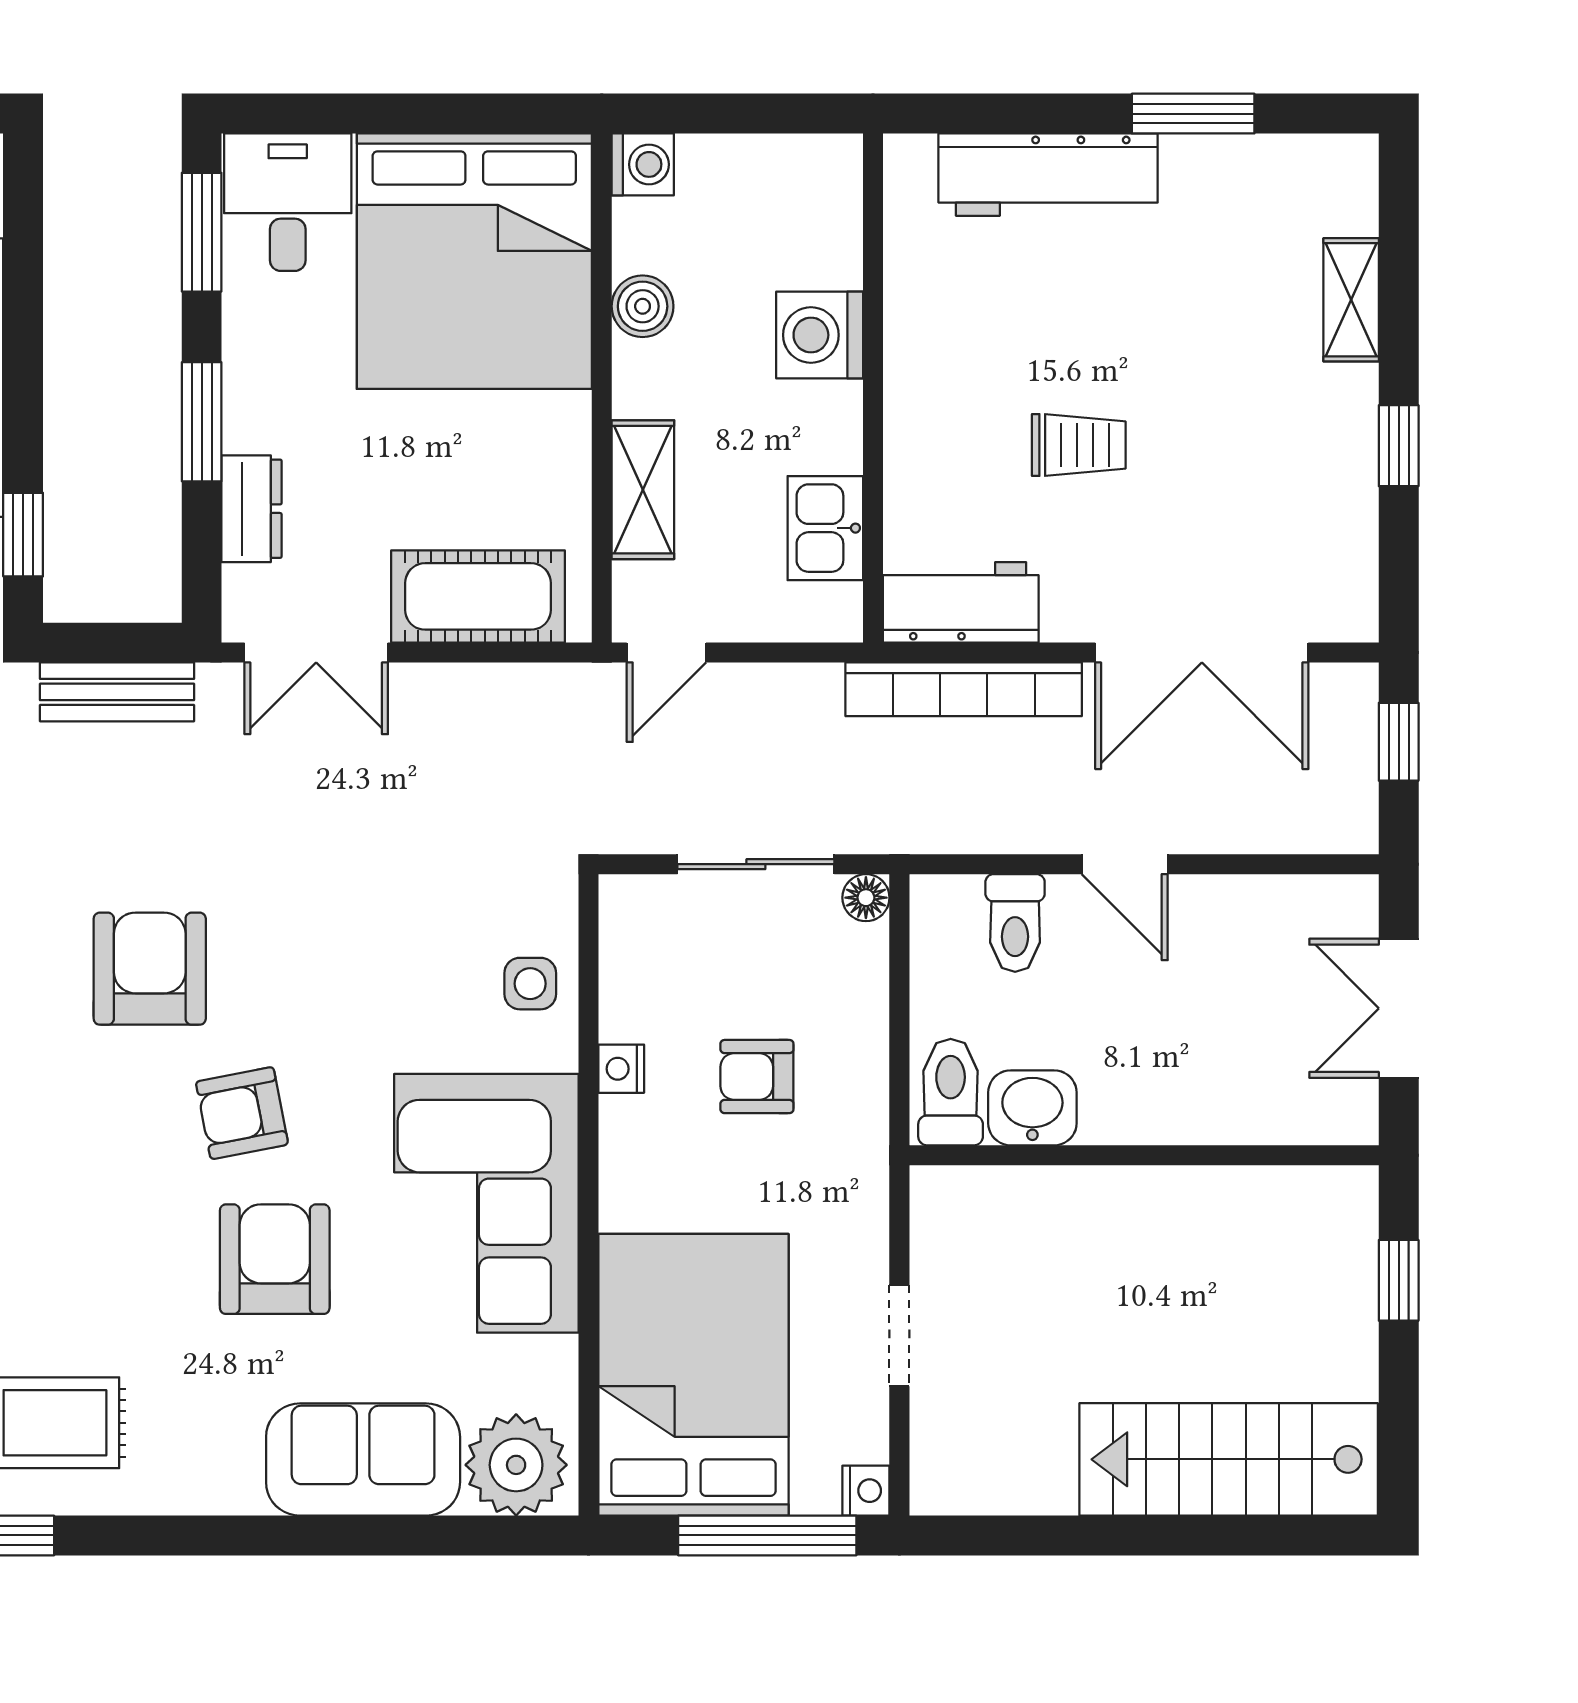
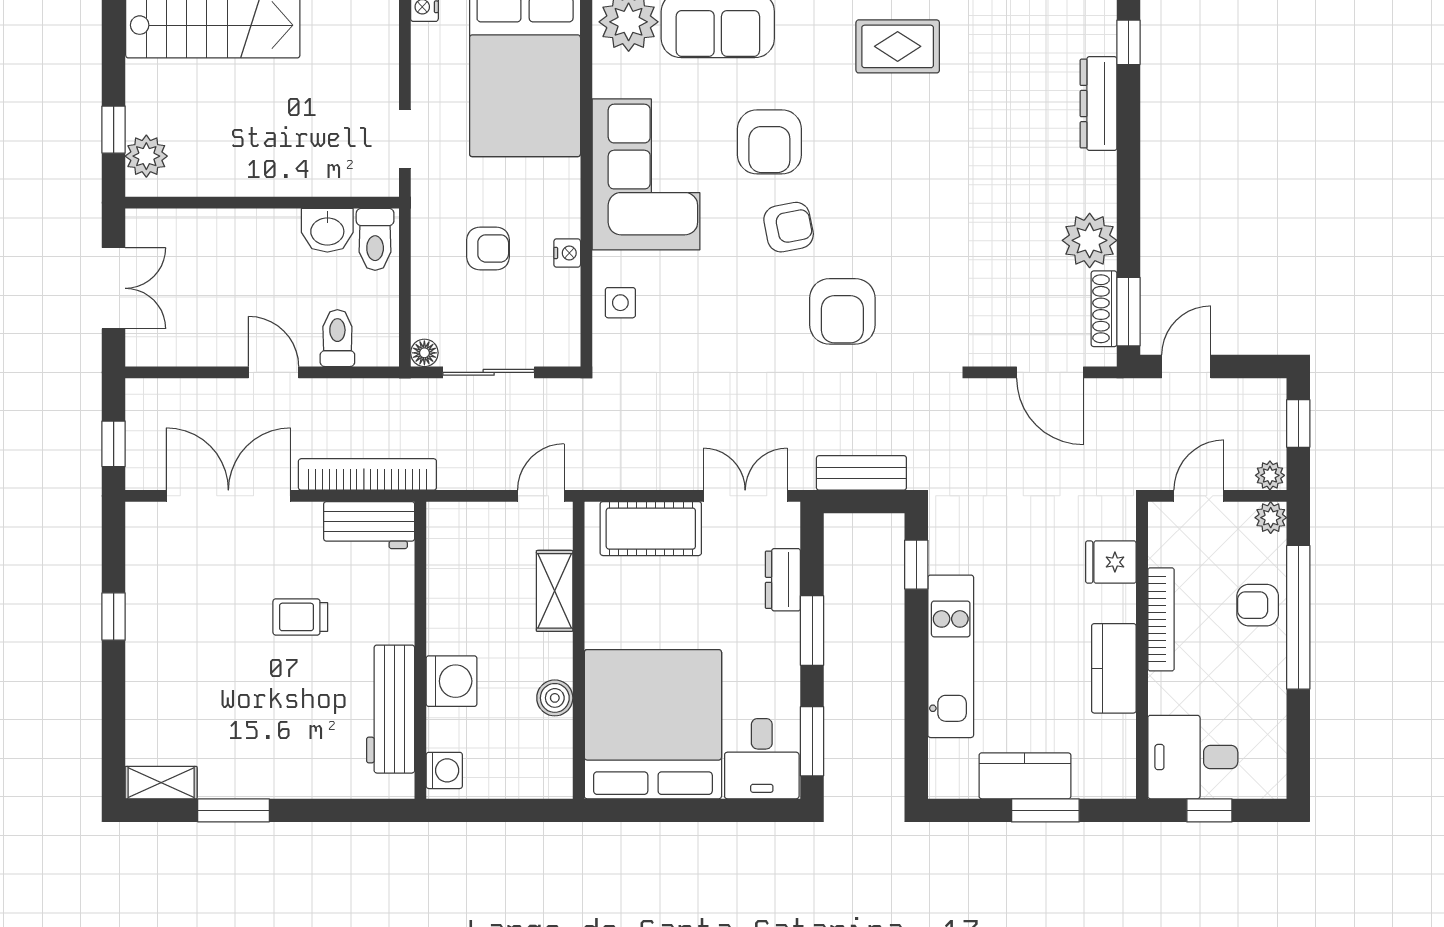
washing machine: (643, 164) -> (444, 770), moved, turned 180
workbench: (1048, 175) -> (391, 709), moved, turned -90
shelving: (1351, 300) -> (161, 783), moved, turned 90
kitchen sink: (825, 528) -> (448, 568), removed
plant: (1343, 1235) -> (146, 156), added
doorway: (899, 1336) -> (405, 139), moved

